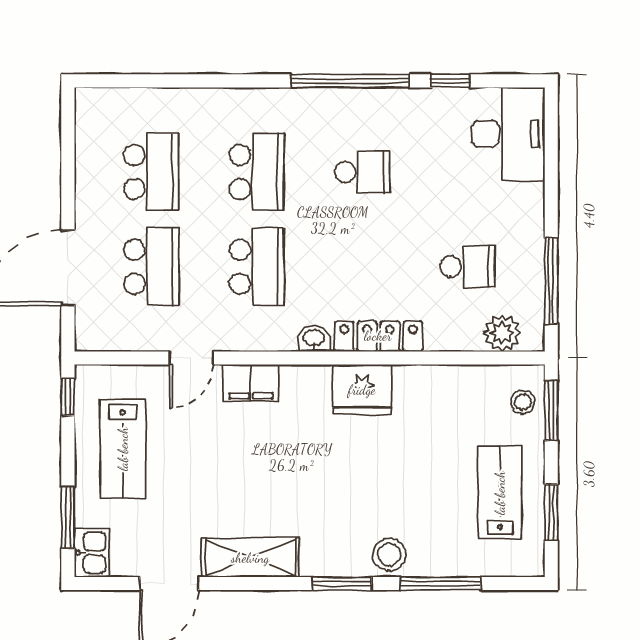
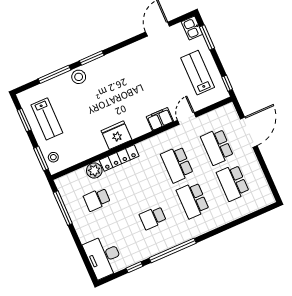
plant: (502, 333) -> (94, 170), moved
washbasin: (314, 338) -> (143, 146), removed
shelving: (250, 558) -> (131, 53), removed

